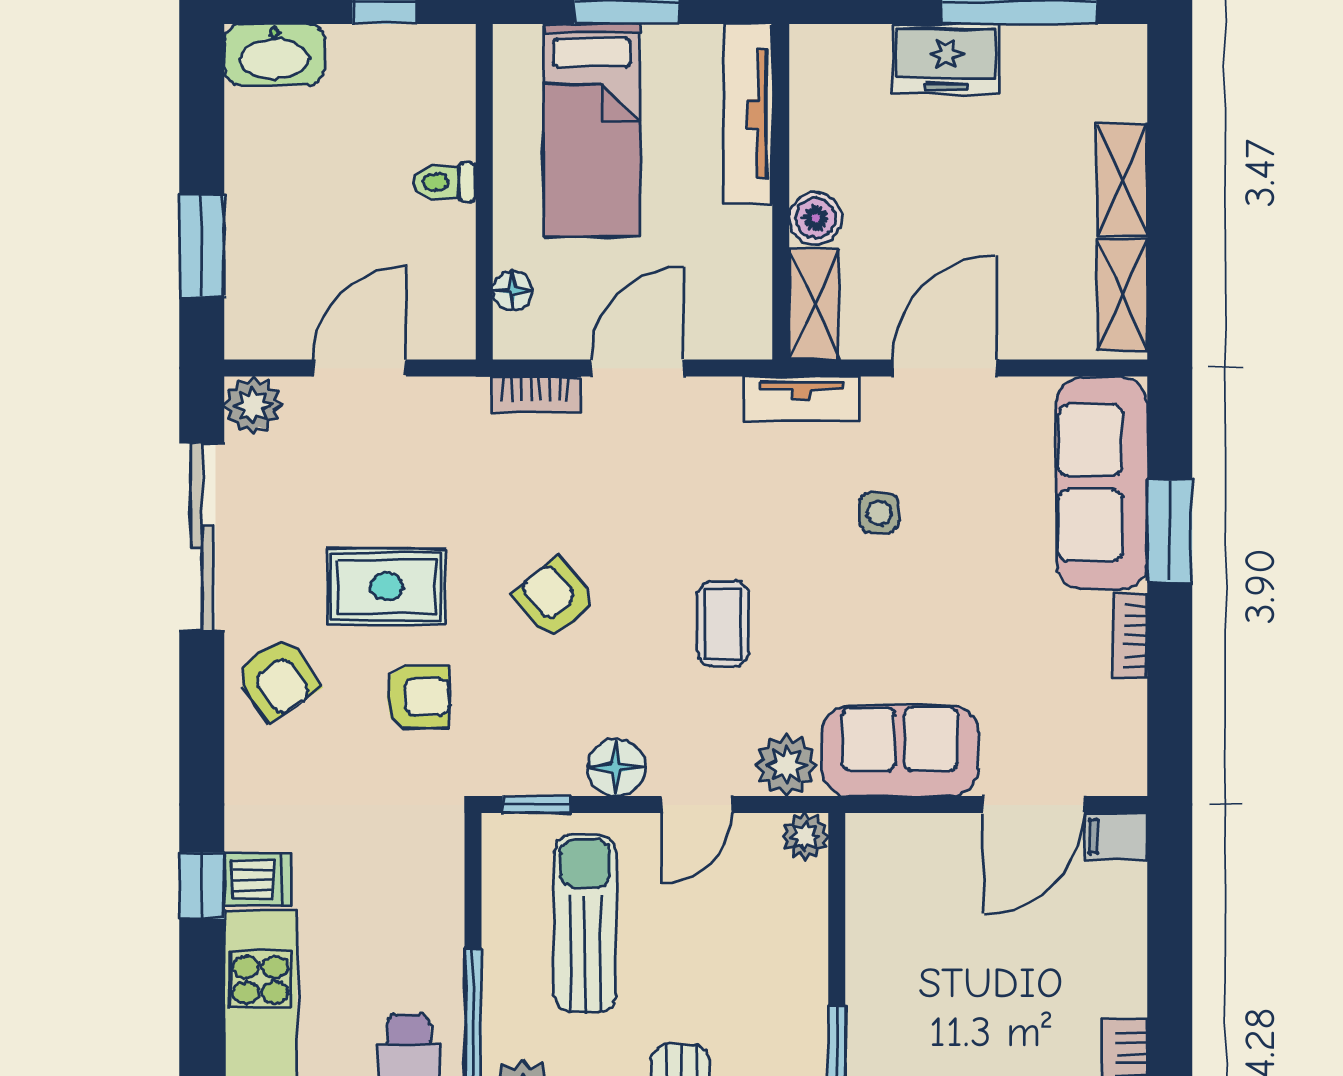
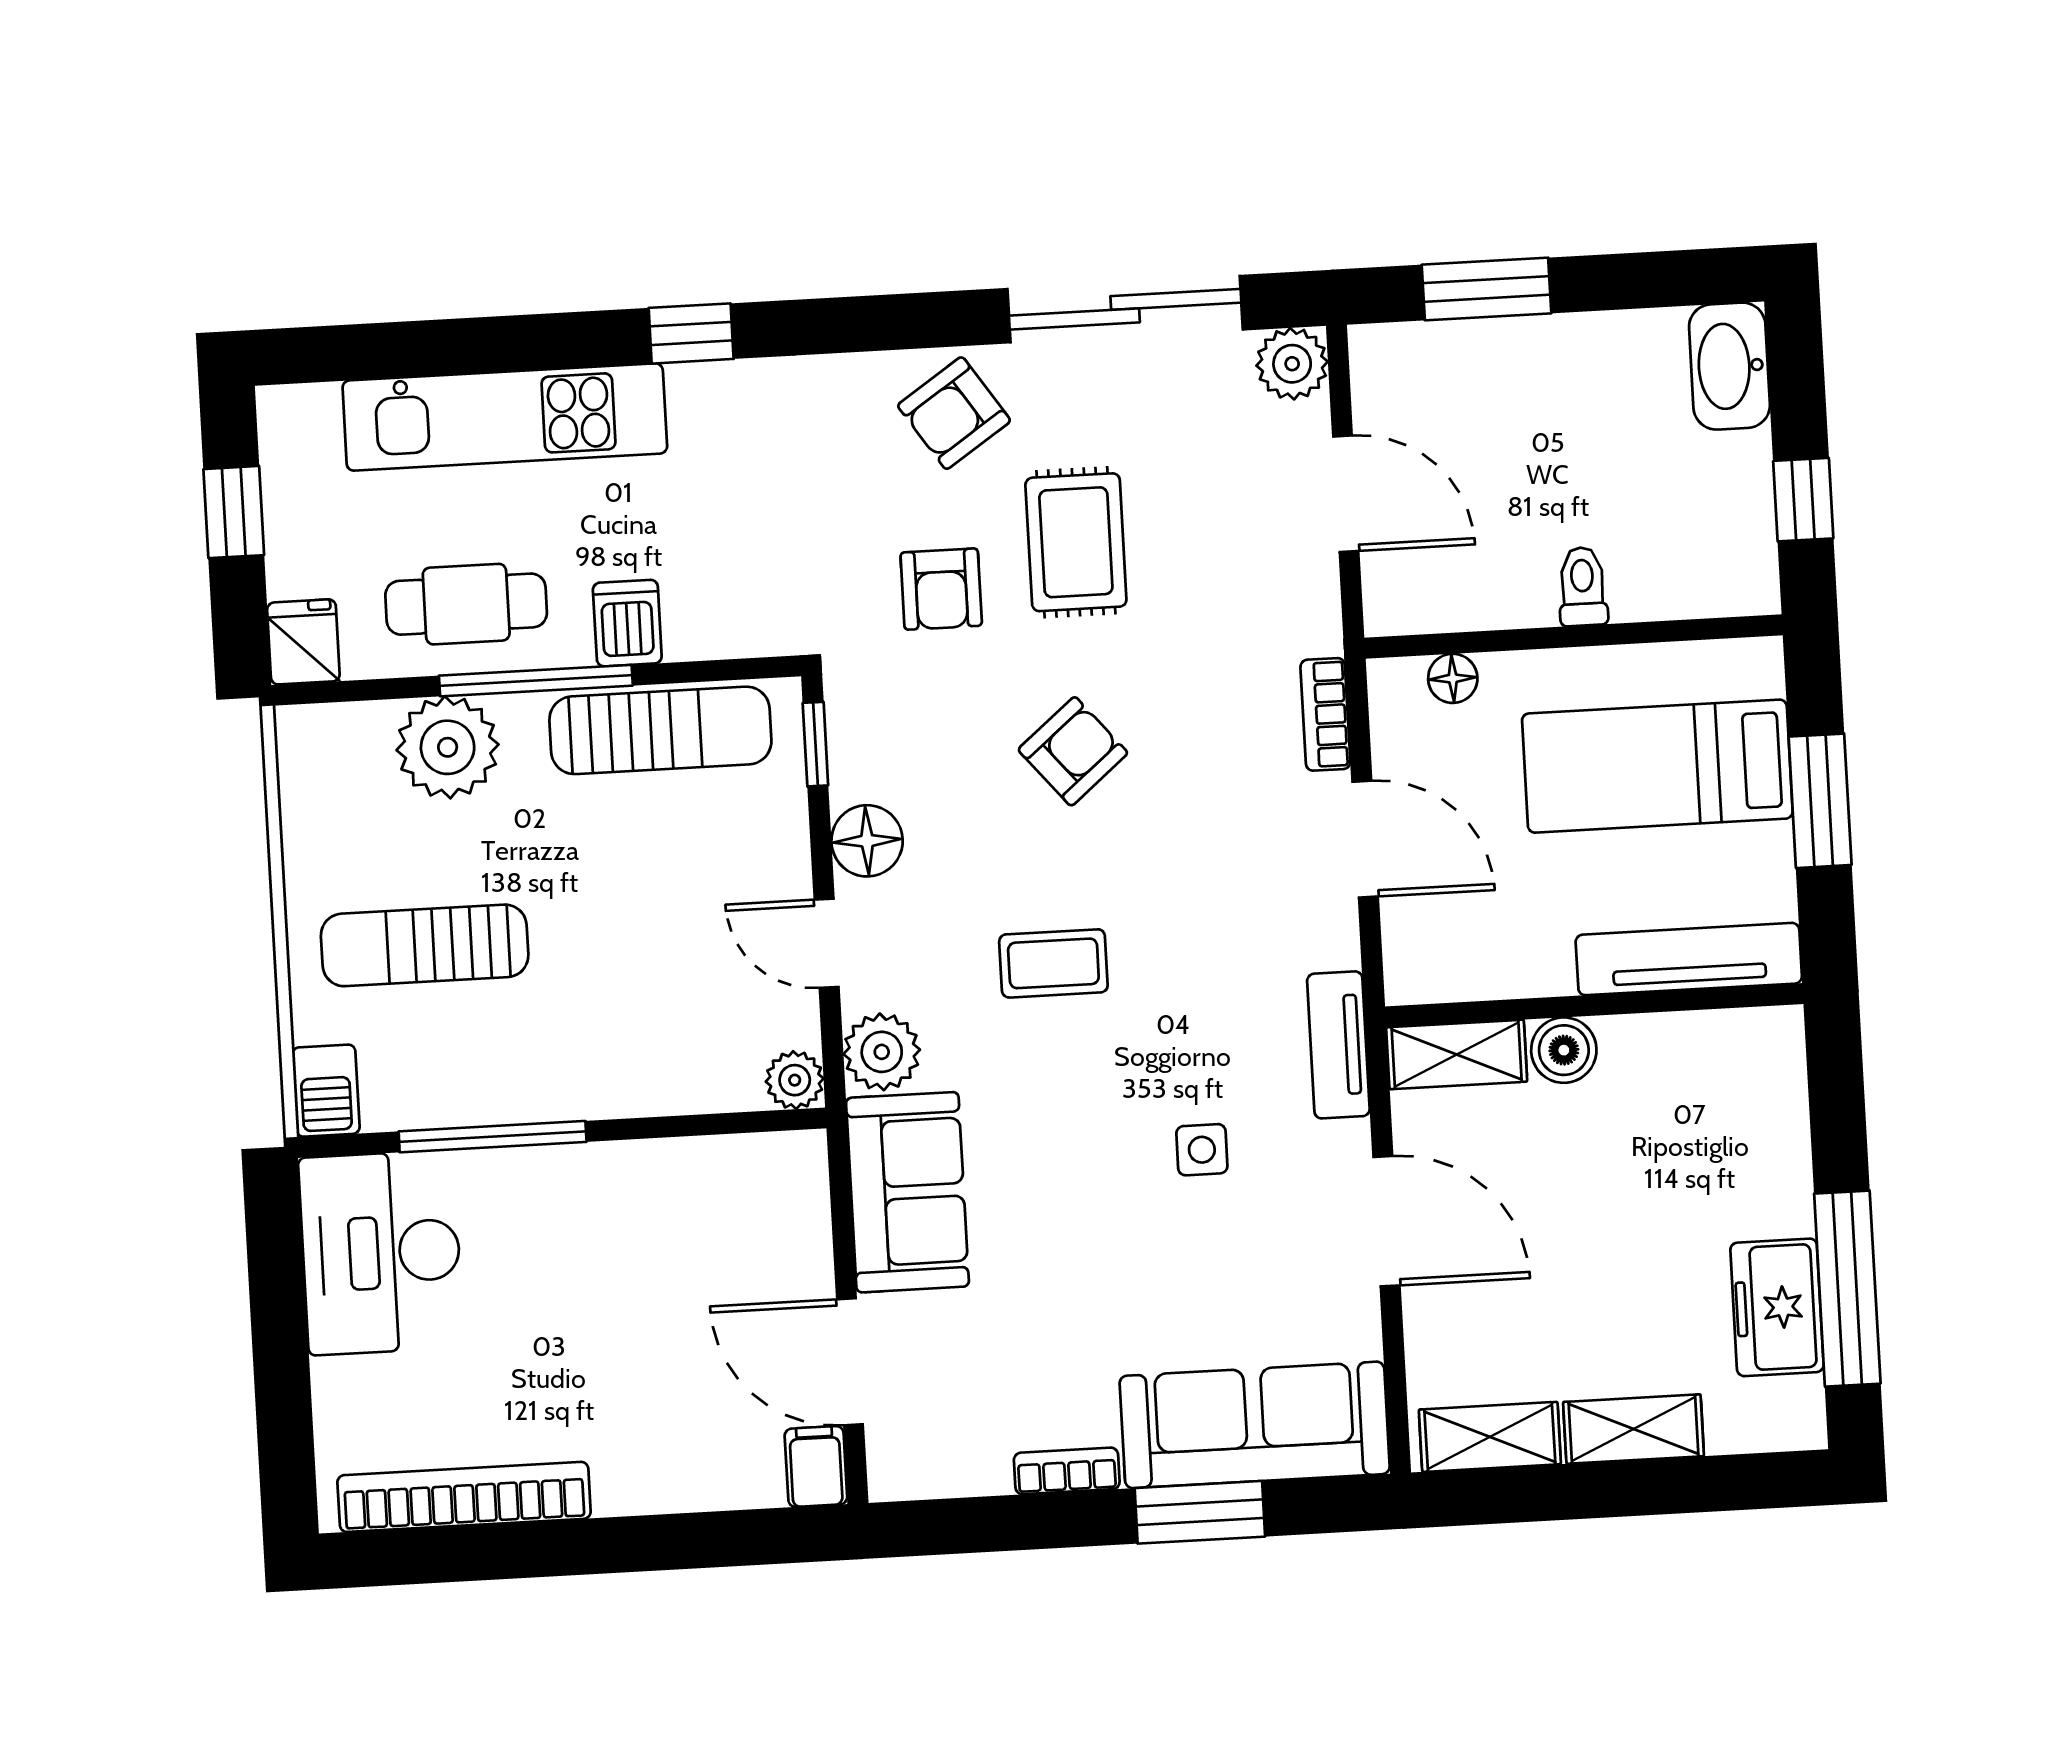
freezer: (946, 59) -> (1777, 1307), moved
dishwasher: (258, 880) -> (627, 623), moved, turned 180
sun lounger: (585, 923) -> (660, 730), moved

